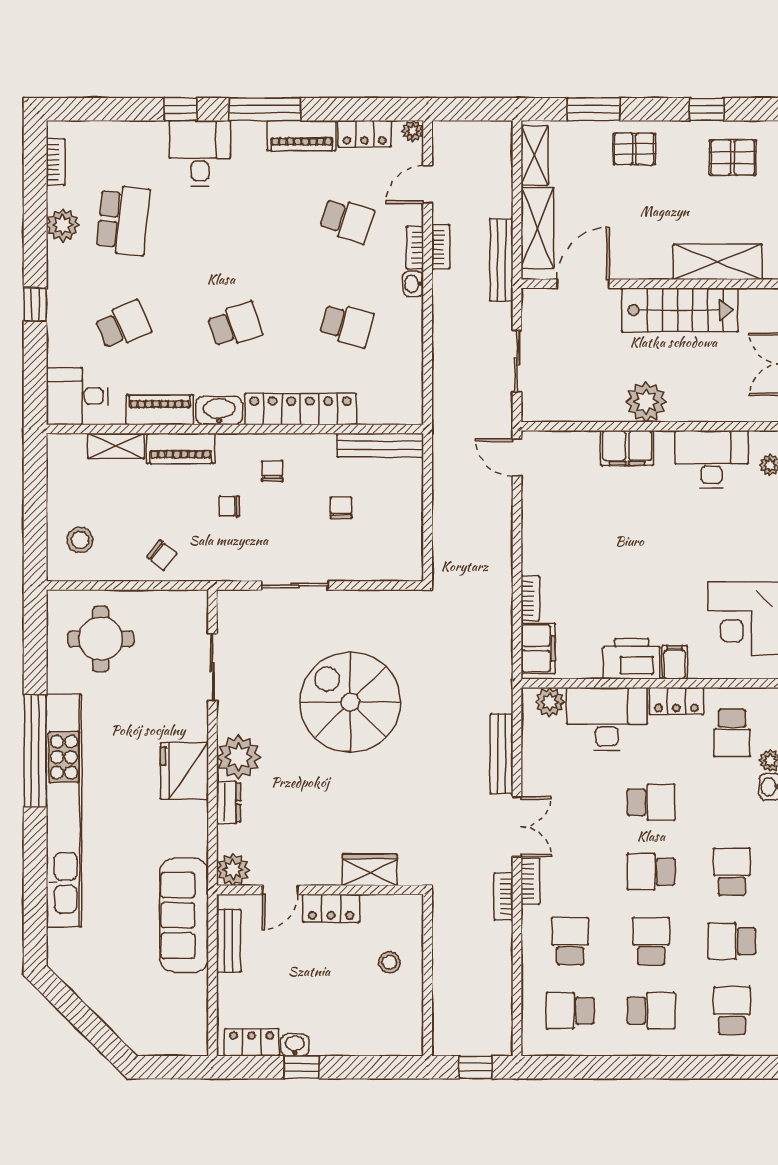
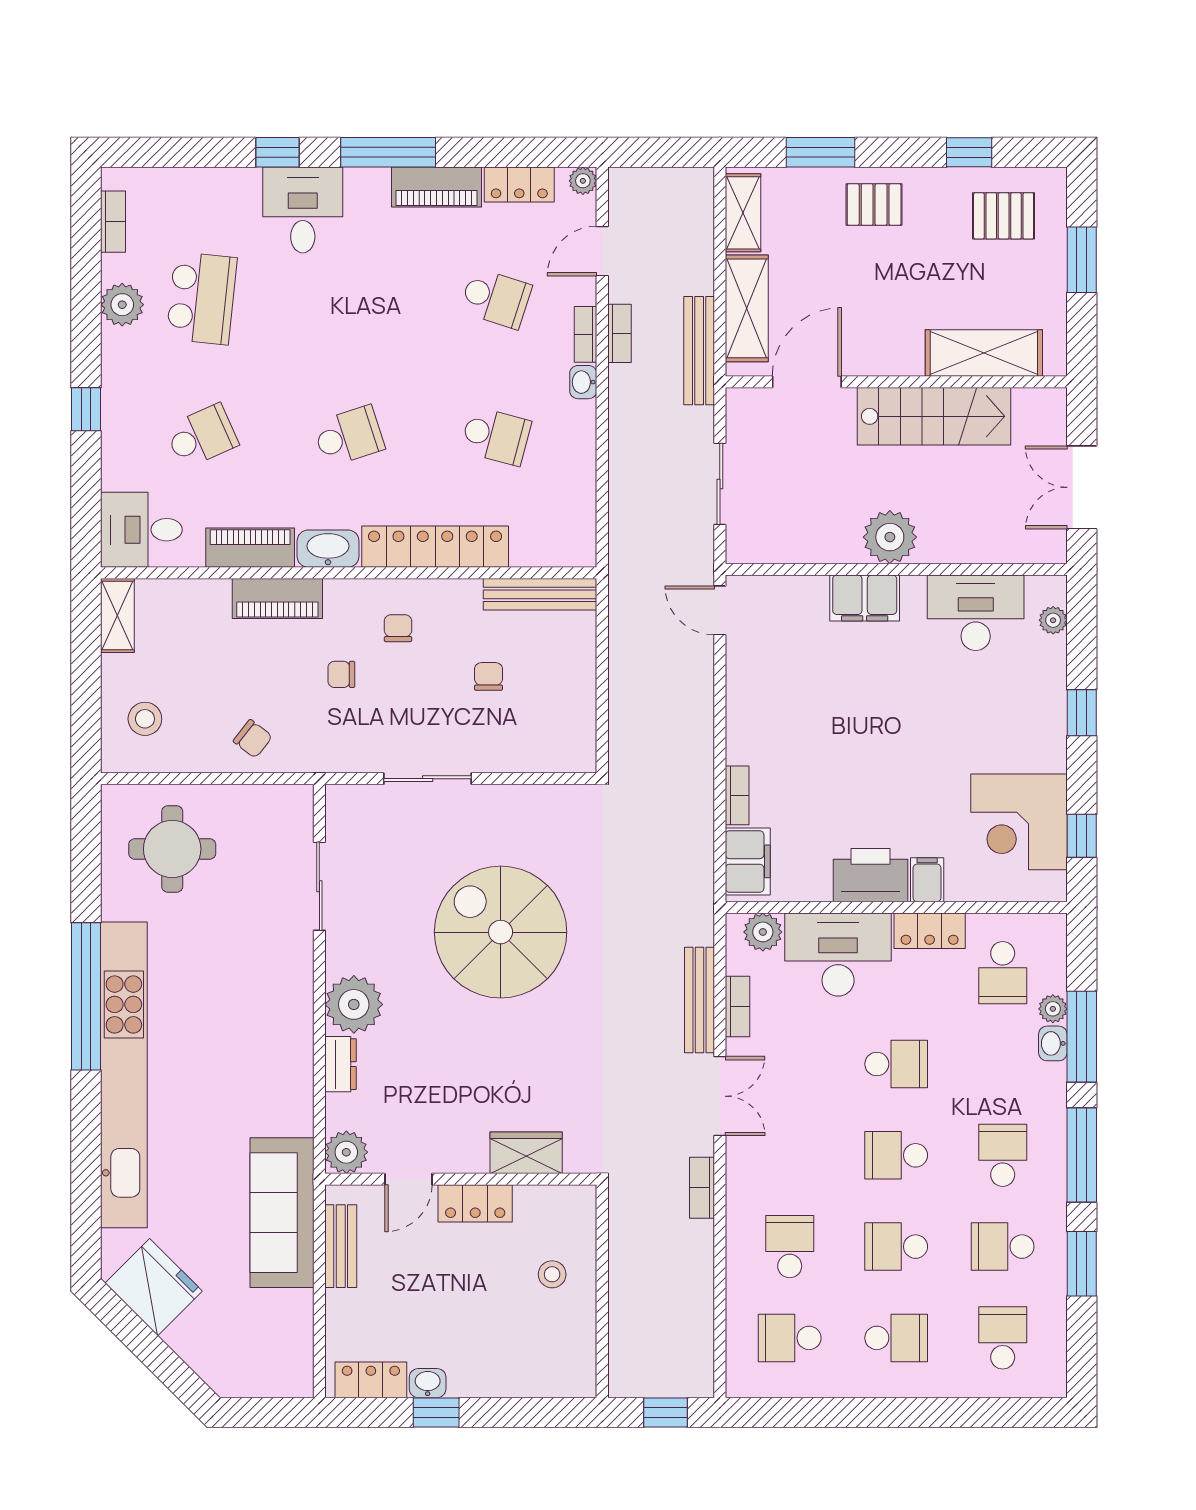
shelving: (116, 446) -> (117, 616), moved, turned 90
fridge: (184, 771) -> (154, 1287), moved, turned 135
bookcase: (530, 881) -> (737, 1006), moved
school desk: (651, 941) -> (896, 1247), turned -90

